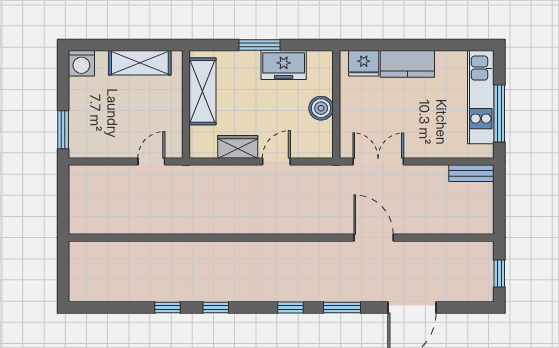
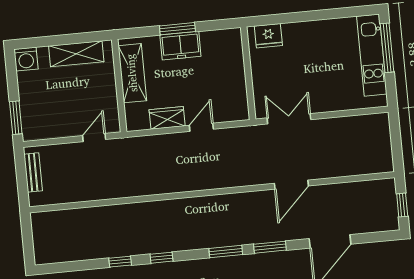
kitchen counter: (407, 64) -> (306, 33), removed
freezer: (284, 65) -> (180, 46), moved
boiler: (321, 108) -> (235, 78), removed
window: (499, 114) -> (387, 48), moved
bench: (471, 173) -> (33, 172), moved, turned 90
door: (374, 238) -> (291, 185), swing flipped
window: (291, 307) -> (226, 251), width x1.50

